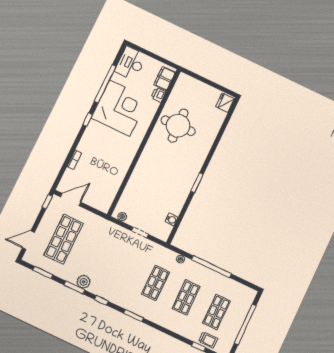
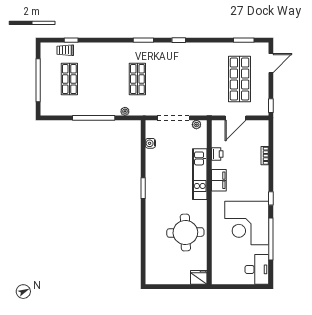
filing cabinet: (165, 78) -> (219, 180), moved
printer: (158, 95) -> (217, 154), moved
fridge: (225, 103) -> (199, 277), moved, turned -90
kitchen unit: (141, 171) -> (200, 174), added
door: (71, 200) -> (235, 118), moved
doorway: (140, 233) -> (173, 118), width x1.88
plant: (84, 282) -> (203, 49), removed
window: (74, 287) -> (209, 40), removed
shop shelf: (186, 297) -> (103, 79), removed

